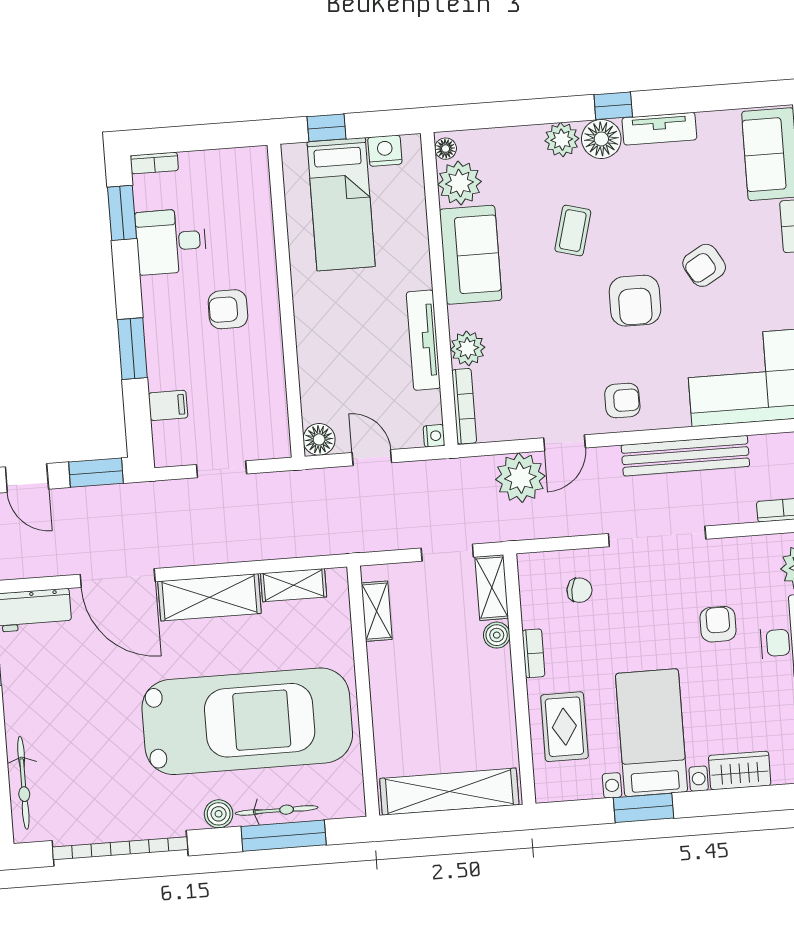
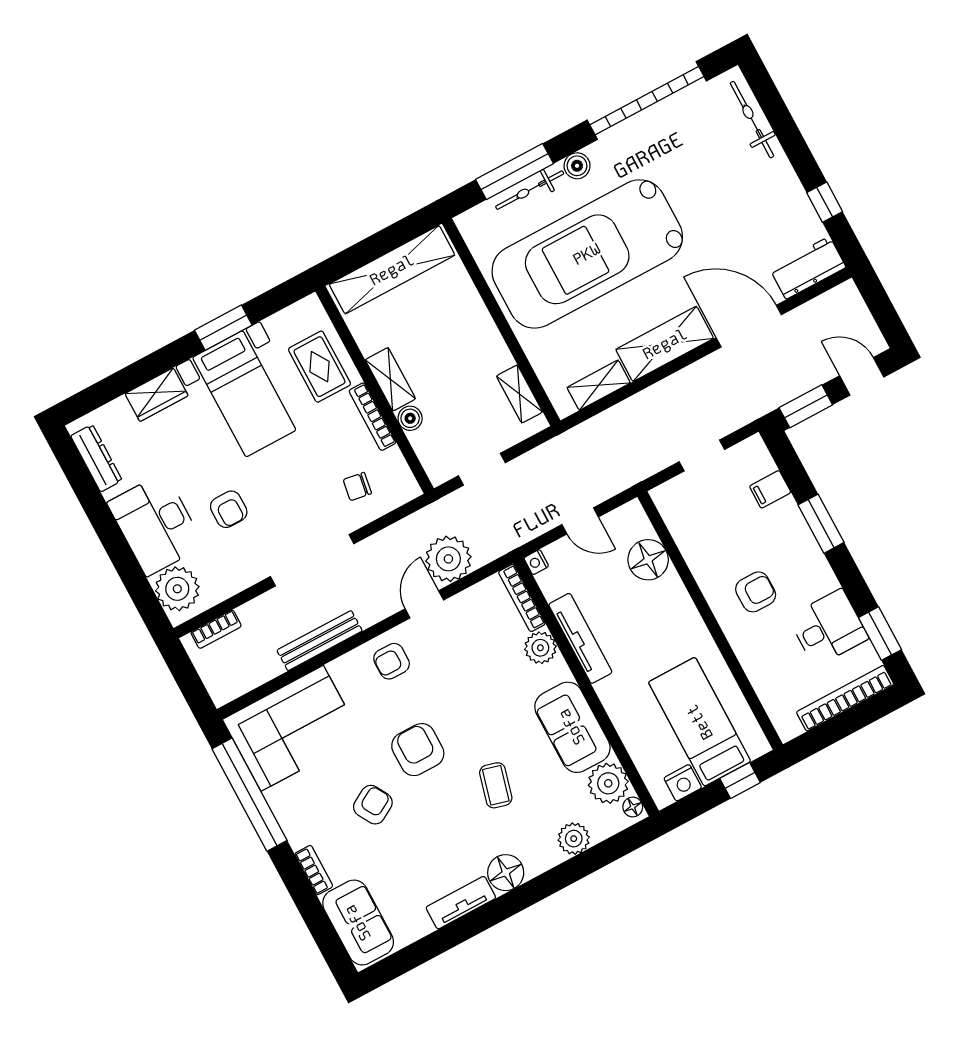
window: (613, 106) -> (508, 905), removed
plant: (562, 140) -> (574, 839), moved
bookcase: (154, 163) -> (845, 698), width x2.31, depth x1.31
floor lamp: (319, 439) -> (648, 560), moved, width x1.38, depth x1.38
bench: (685, 456) -> (320, 641), width x0.73, depth x0.82
shelving: (492, 588) -> (390, 379), moved
bookcase: (534, 653) -> (372, 417), width x1.56

